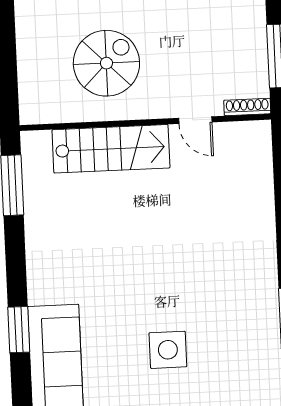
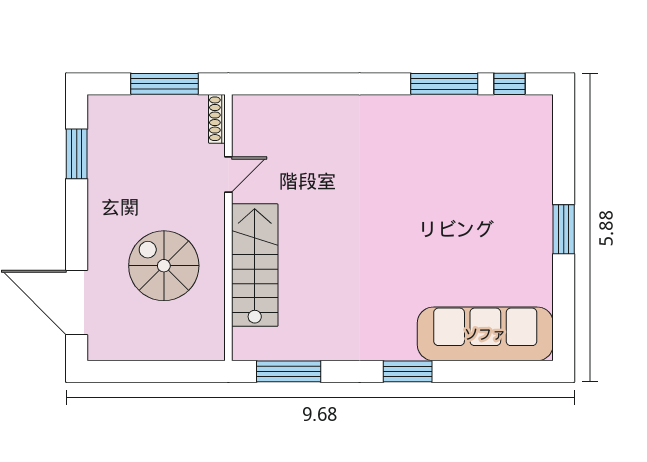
window: (19, 330) -> (408, 371), moved
side table: (168, 350) -> (470, 215), removed

